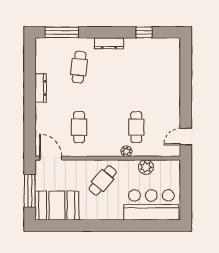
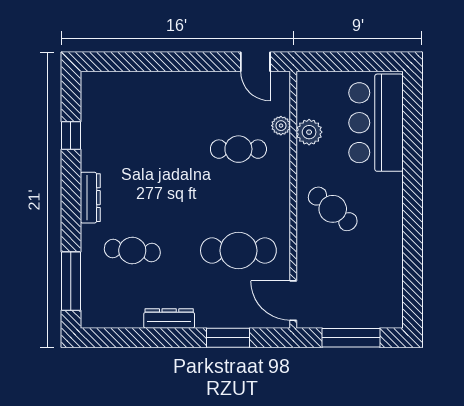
window: (30, 121) -> (228, 338), added
cafe table: (79, 127) -> (238, 251), width x1.37, depth x1.35
plant: (126, 151) -> (281, 126), moved
door: (51, 158) -> (293, 301), hinge flipped
booth: (57, 206) -> (377, 290), removed

